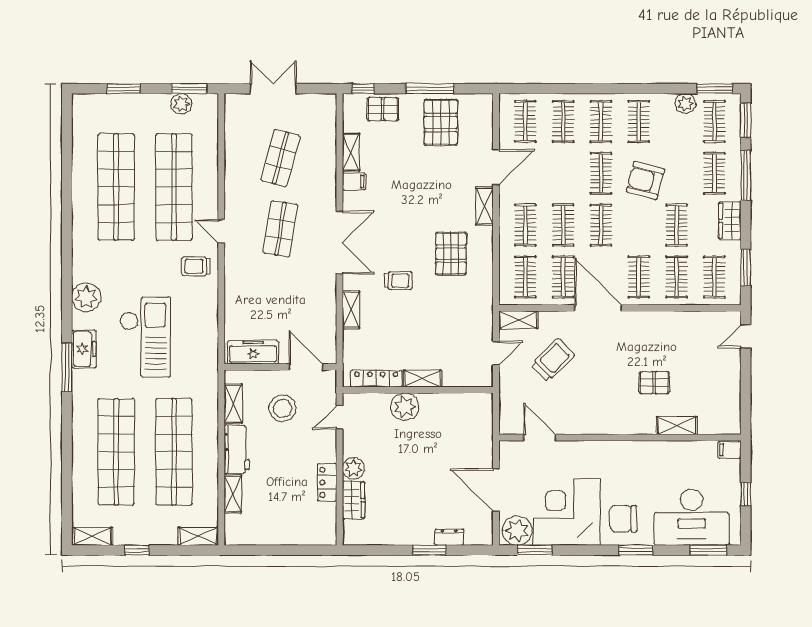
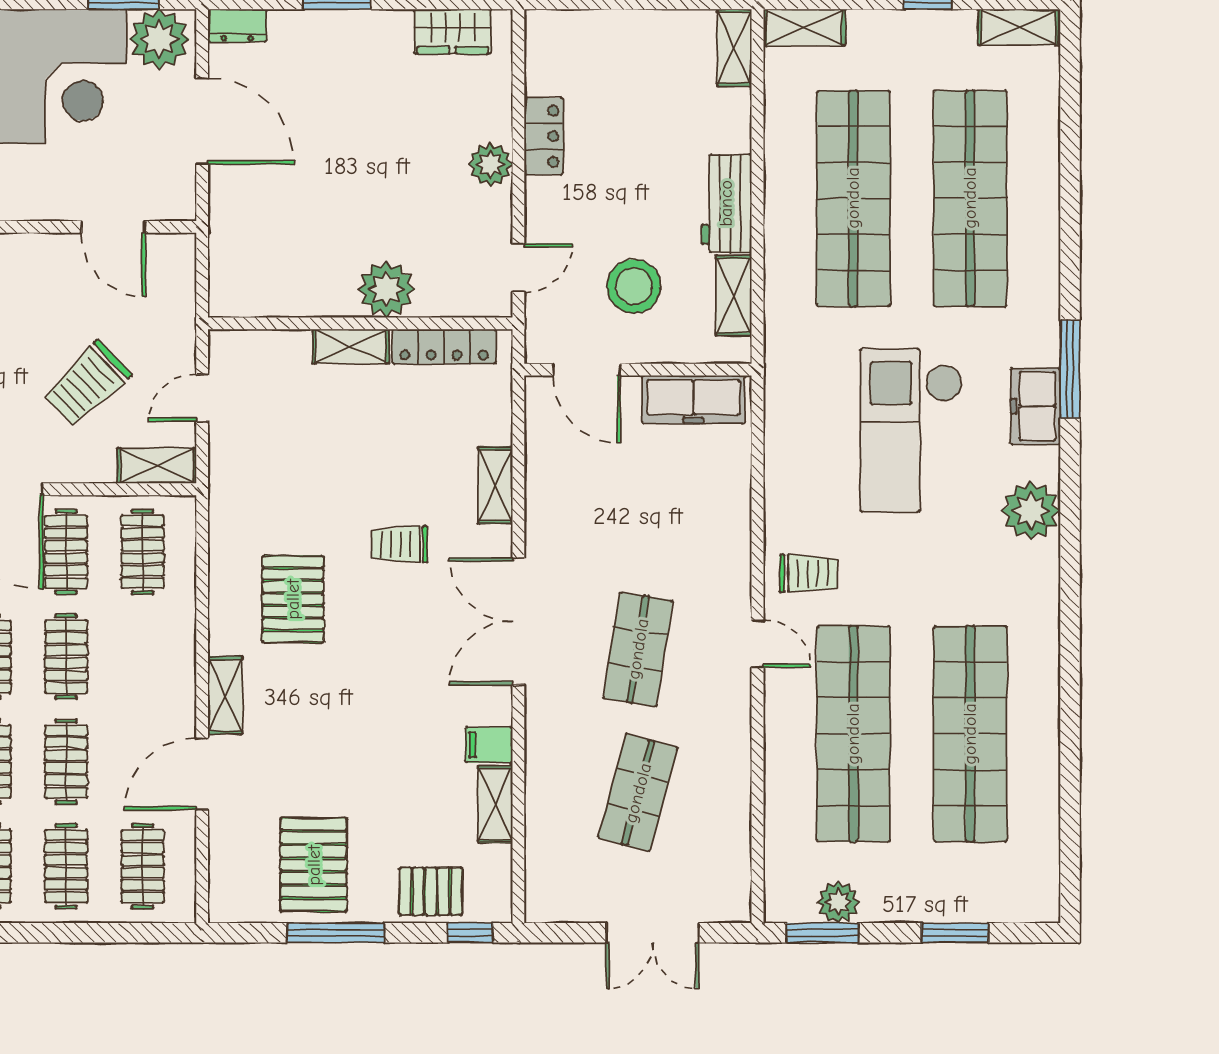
clothes rail: (525, 225) -> (66, 762), moved
shelving: (233, 494) -> (734, 48), moved
wardrobe: (353, 500) -> (453, 31), moved, turned -90
dresser: (449, 537) -> (237, 25), moved

